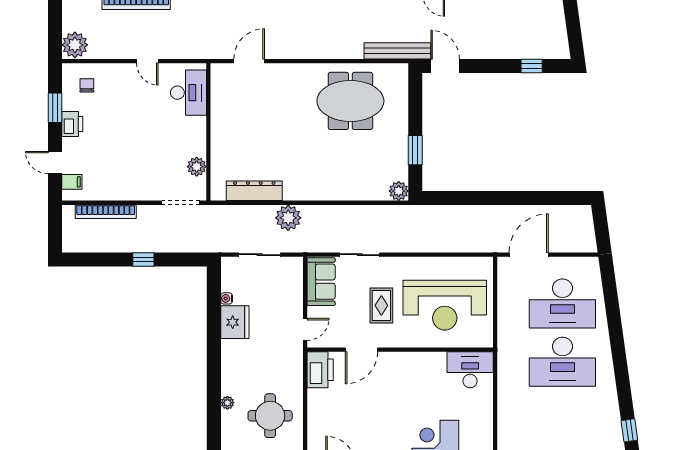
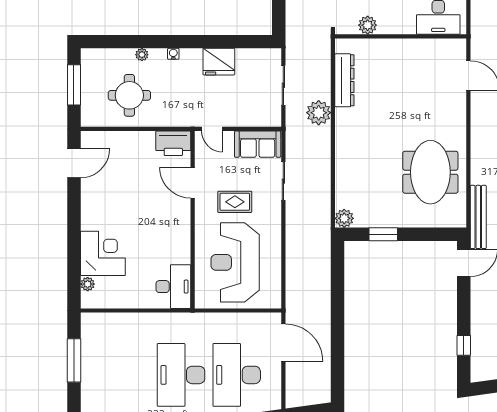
water cooler: (227, 298) -> (173, 54), moved

